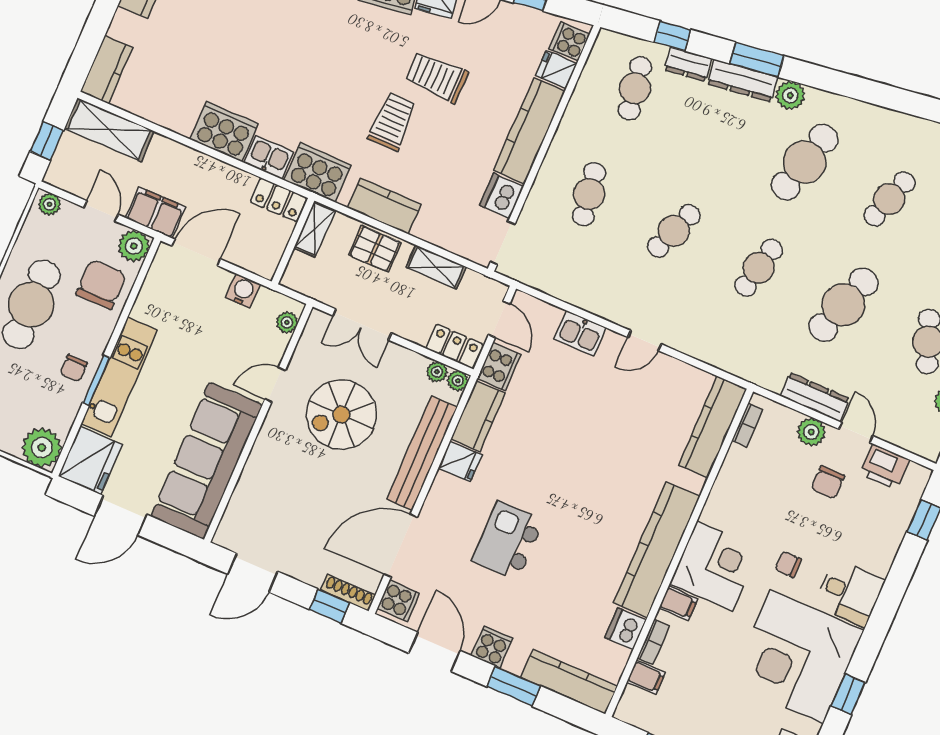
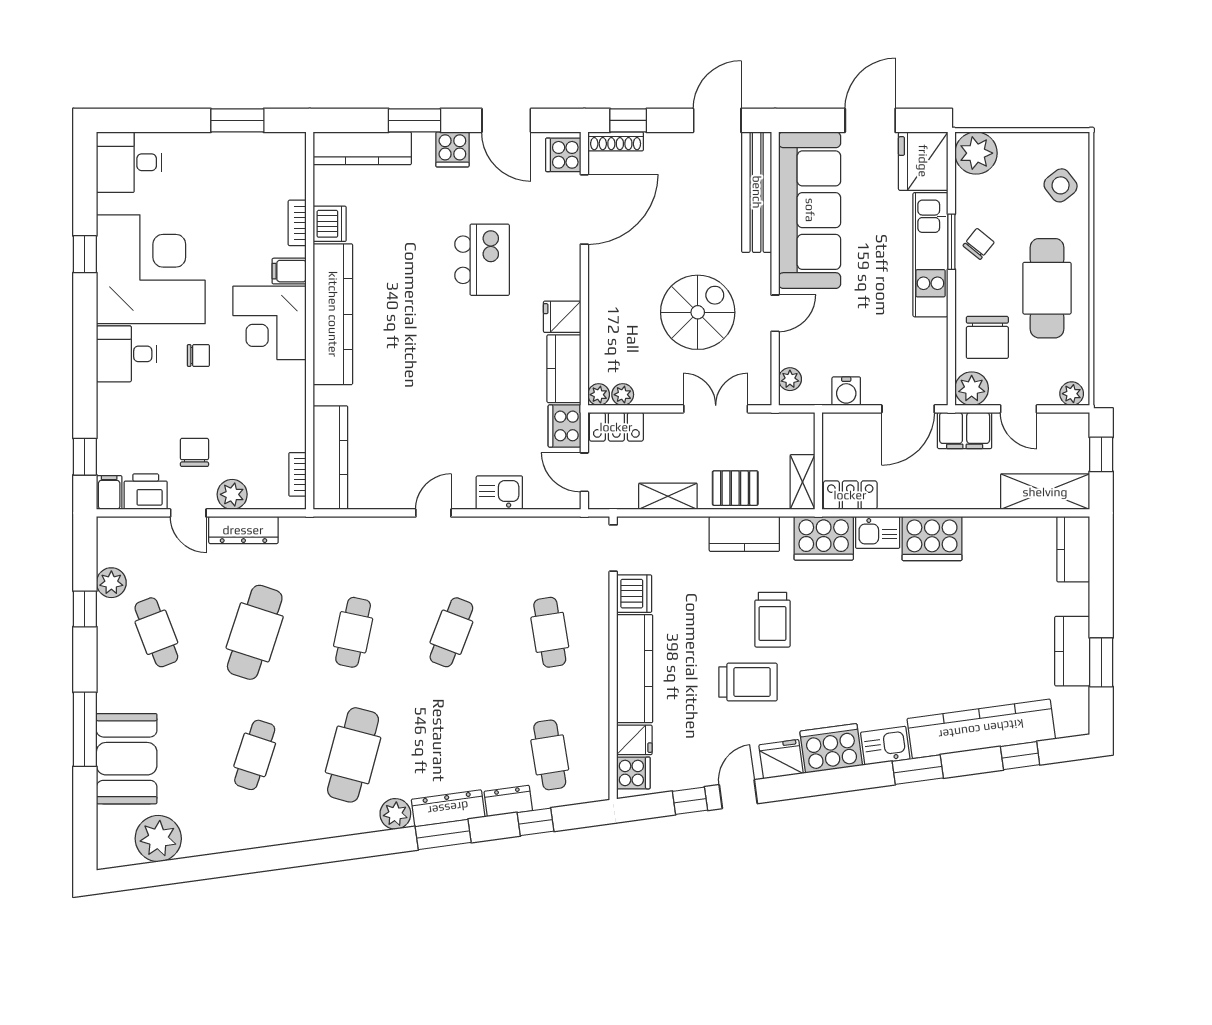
chair: (74, 368) -> (979, 244), turned 39
bench: (422, 453) -> (757, 192), moved
filing cabinet: (646, 677) -> (109, 492), moved, turned 90

